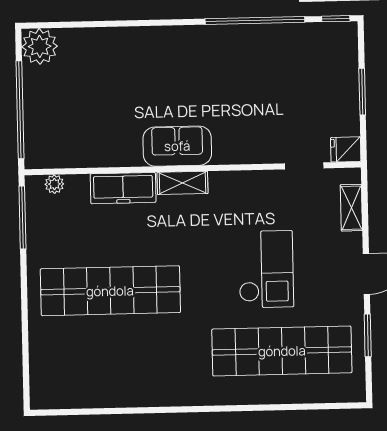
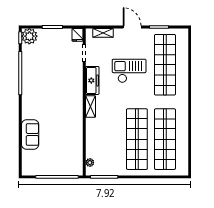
plant: (40, 46) -> (29, 36), moved
sofa: (177, 146) -> (30, 134), moved, turned 180
freezer: (123, 188) -> (92, 80), moved
shop shelf: (112, 355) -> (165, 139), added

